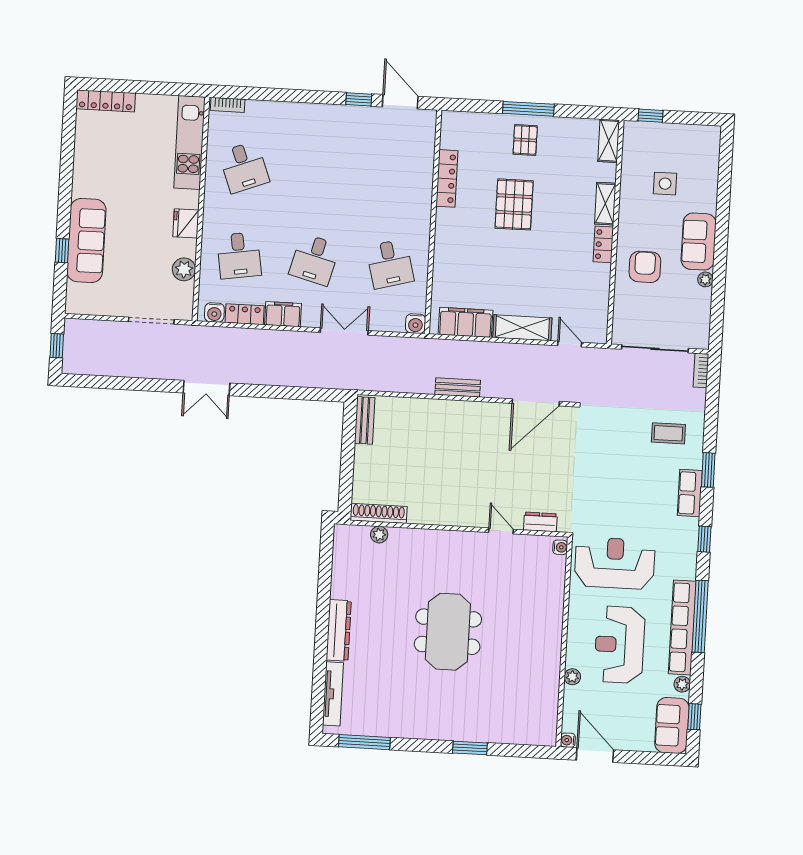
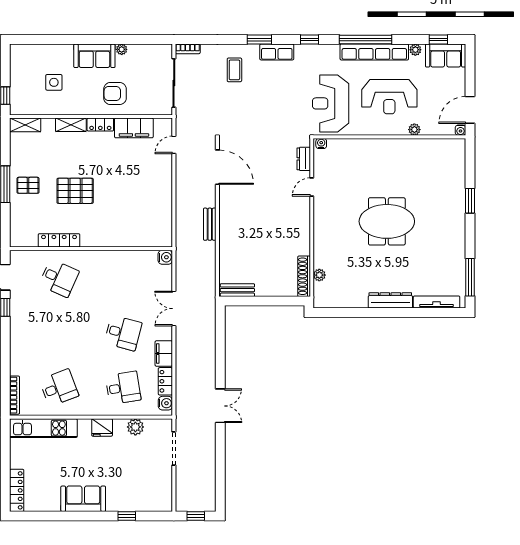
bookcase: (228, 105) -> (15, 395), width x1.56
sofa: (86, 240) -> (83, 499), moved, width x0.73
desk: (390, 264) -> (59, 278), moved, turned 39
filing cabinet: (465, 322) -> (134, 128), moved, turned -90
shelving: (522, 328) -> (164, 180), removed

